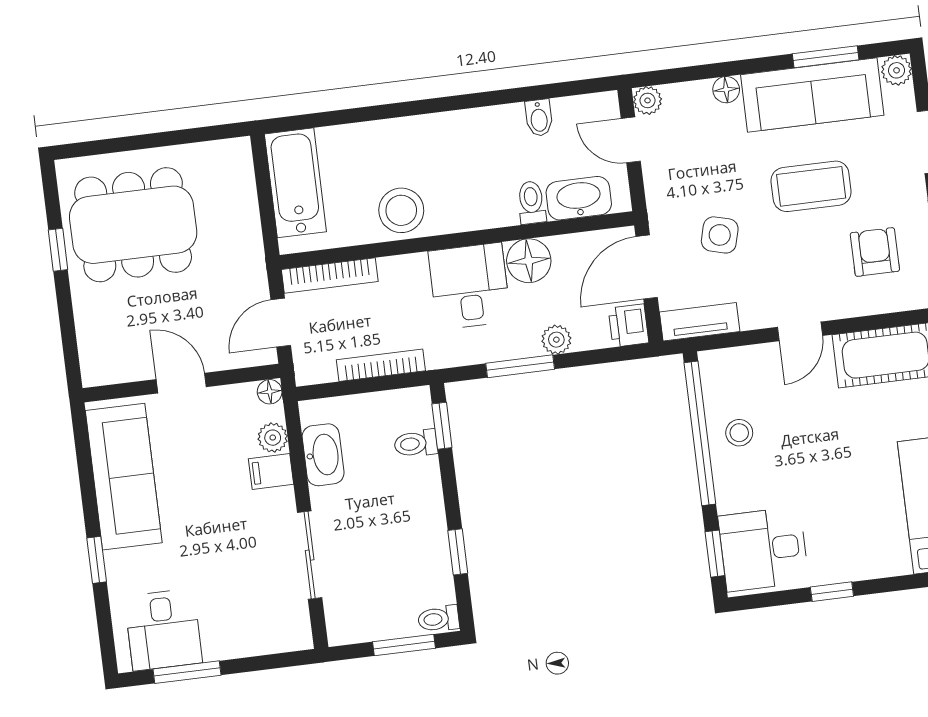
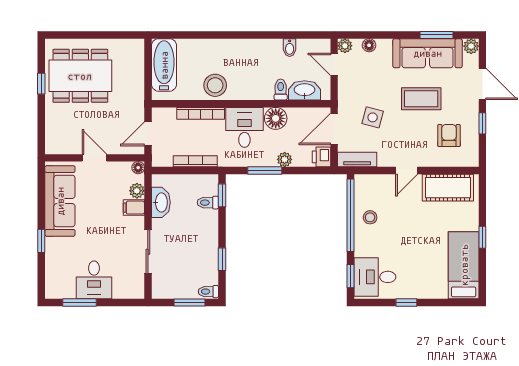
floor lamp: (726, 90) -> (369, 45), moved
bookcase: (330, 275) -> (201, 113), moved
desk: (163, 630) -> (94, 280), moved

